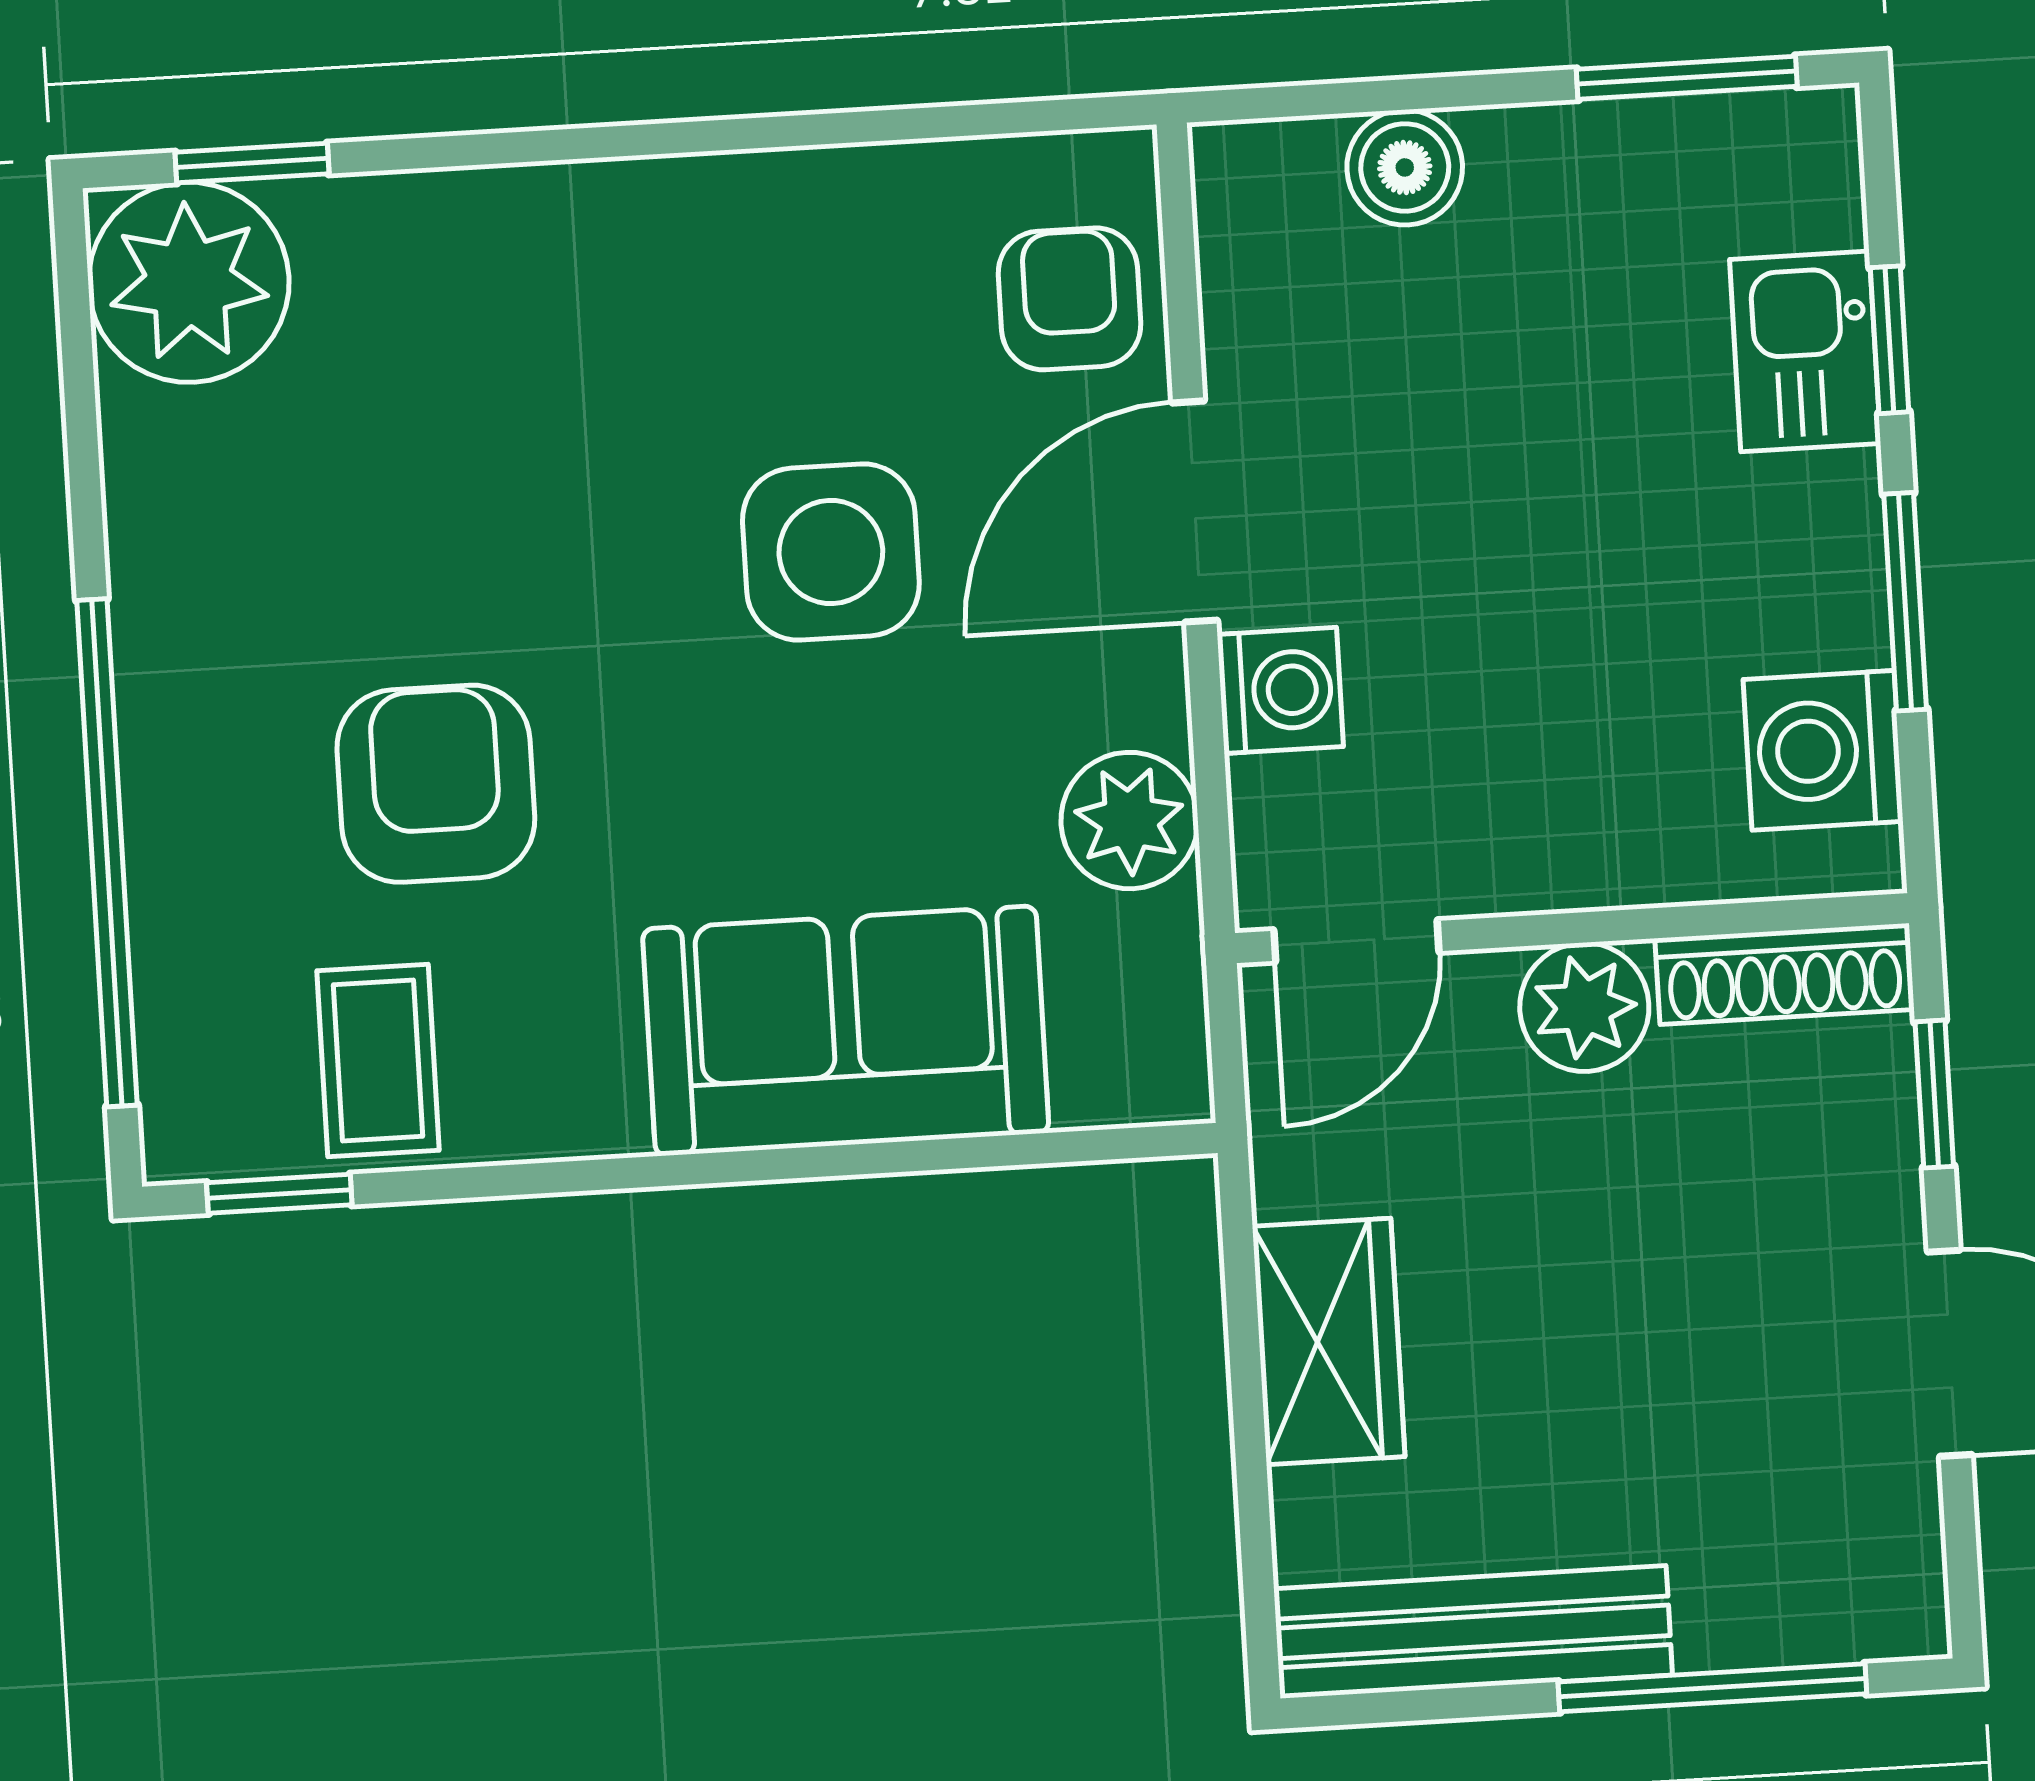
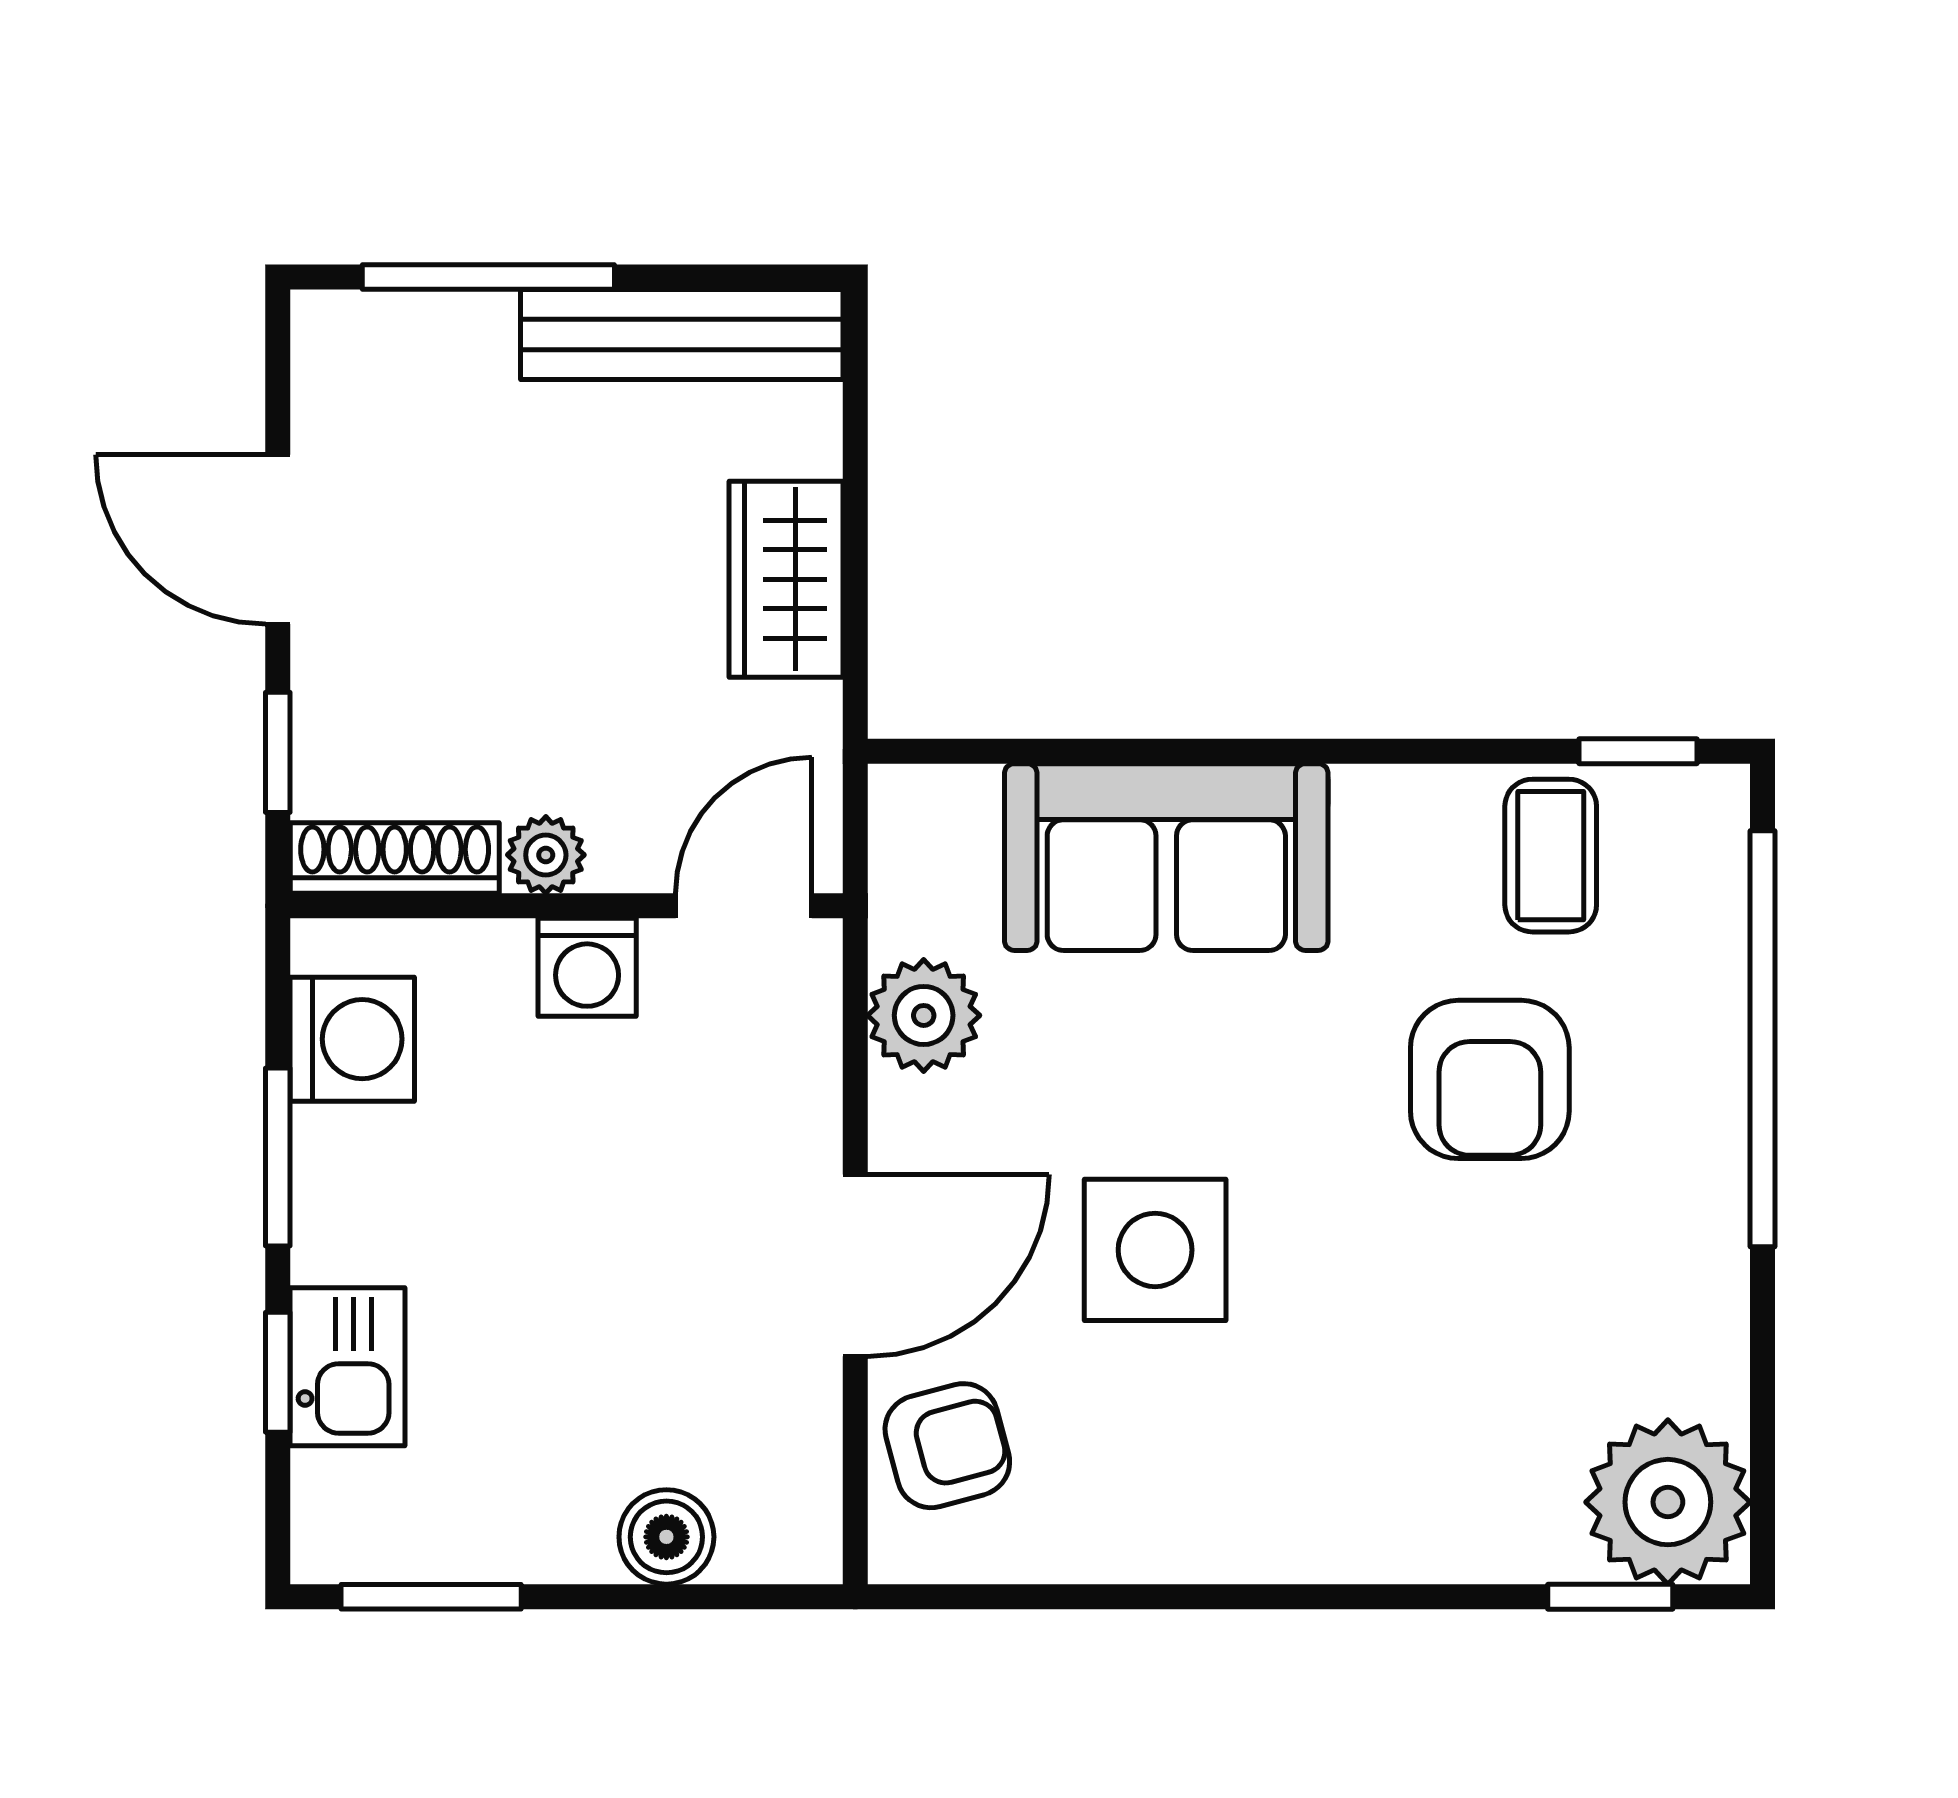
armchair: (1070, 299) -> (947, 1446), turned -105
washing machine: (1280, 690) -> (587, 967), moved, turned -90
plant: (1584, 1007) -> (546, 855), width x0.73, depth x0.73

